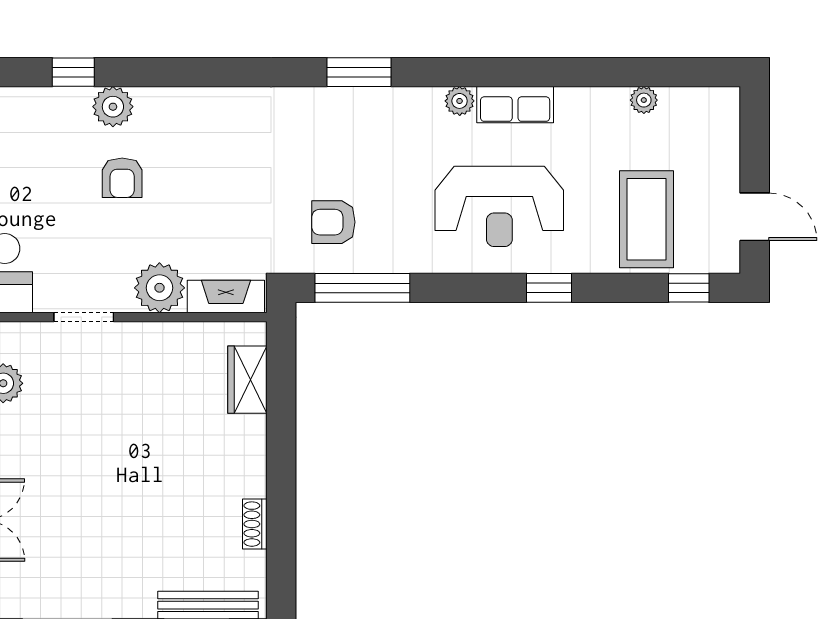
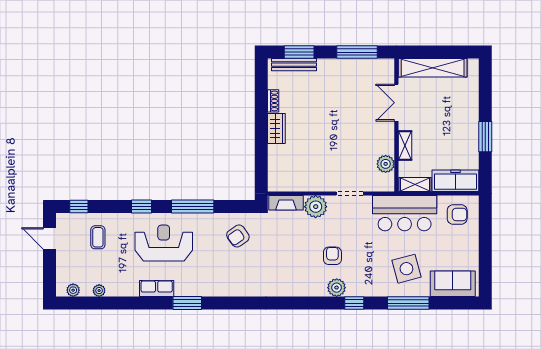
window: (359, 72) -> (187, 303), moved
plant: (460, 101) -> (73, 290), moved
coffee table: (646, 219) -> (98, 237), width x0.54, depth x0.58
armchair: (333, 222) -> (238, 236), turned 145
window: (362, 288) -> (193, 207), moved
wardrobe: (247, 380) -> (276, 128), moved

